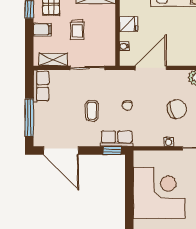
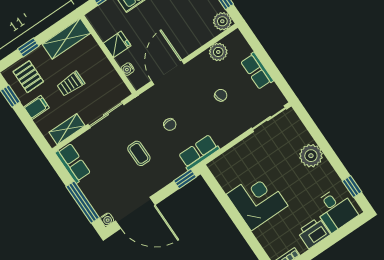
trolley: (77, 29) -> (71, 84), turned 90
chair: (177, 109) -> (221, 95), width x0.54, depth x0.54
row of seats: (117, 139) -> (199, 152), moved
water cooler: (169, 142) -> (107, 219), moved
corner desk: (159, 193) -> (257, 200), width x0.74, depth x0.74

